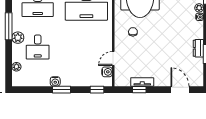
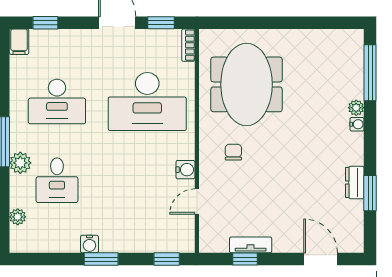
water cooler: (107, 72) -> (185, 170), moved

